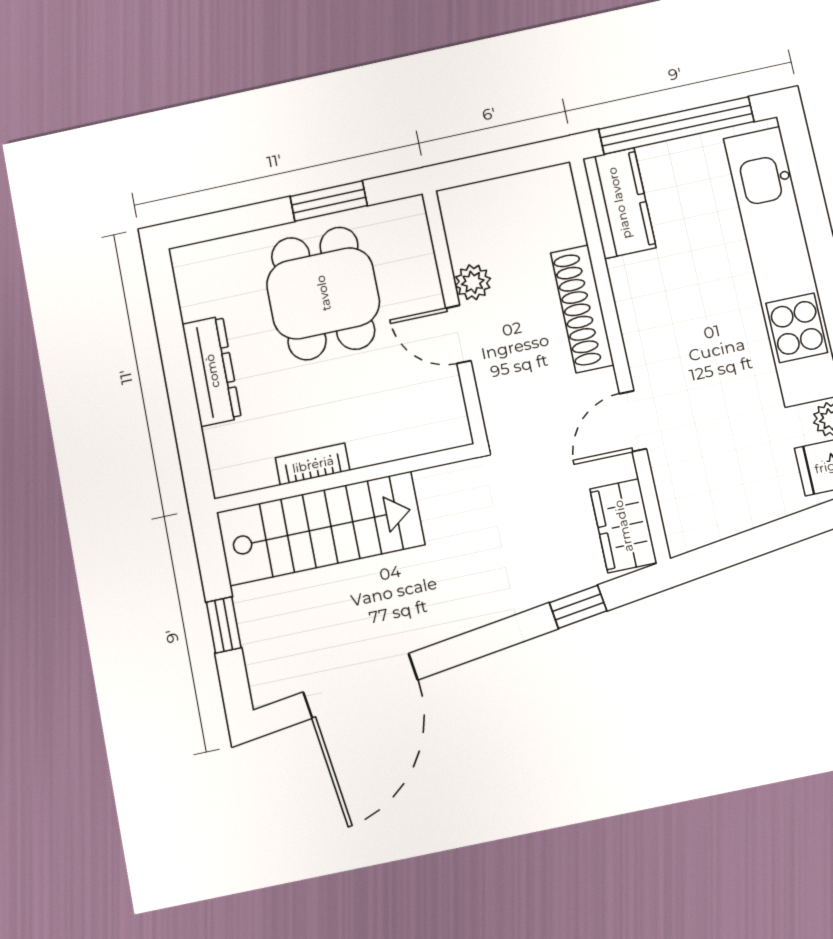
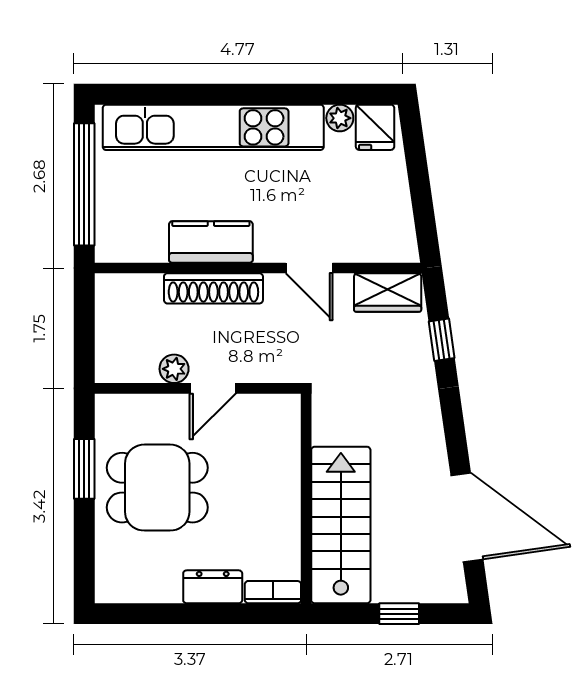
kitchen counter: (619, 203) -> (211, 242), moved
dresser: (212, 371) -> (213, 587), width x0.70
bookcase: (313, 464) -> (273, 592), moved, turned 90

